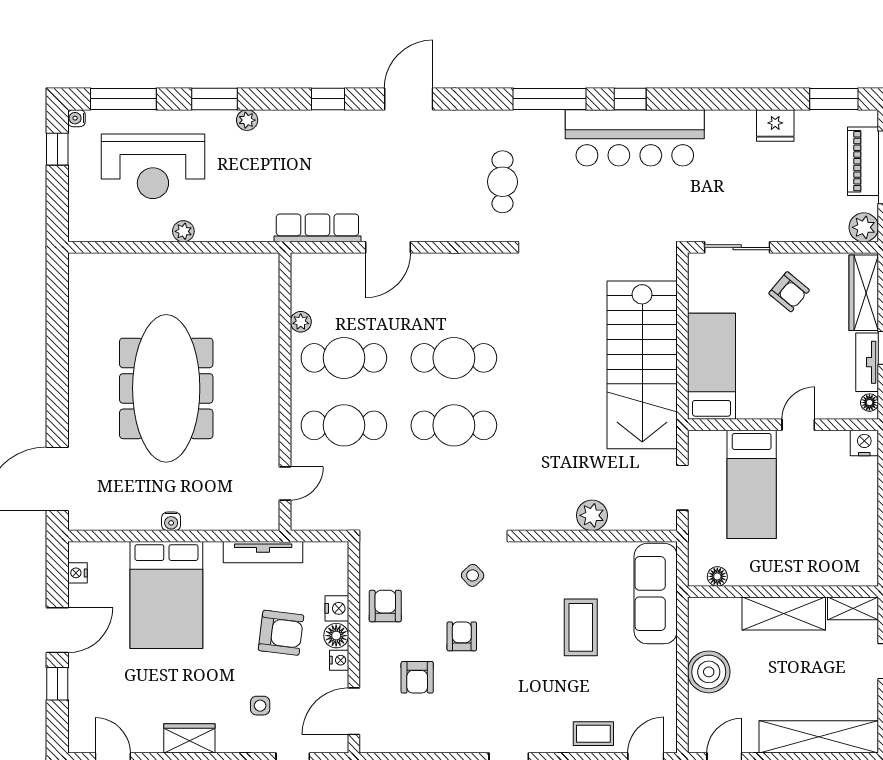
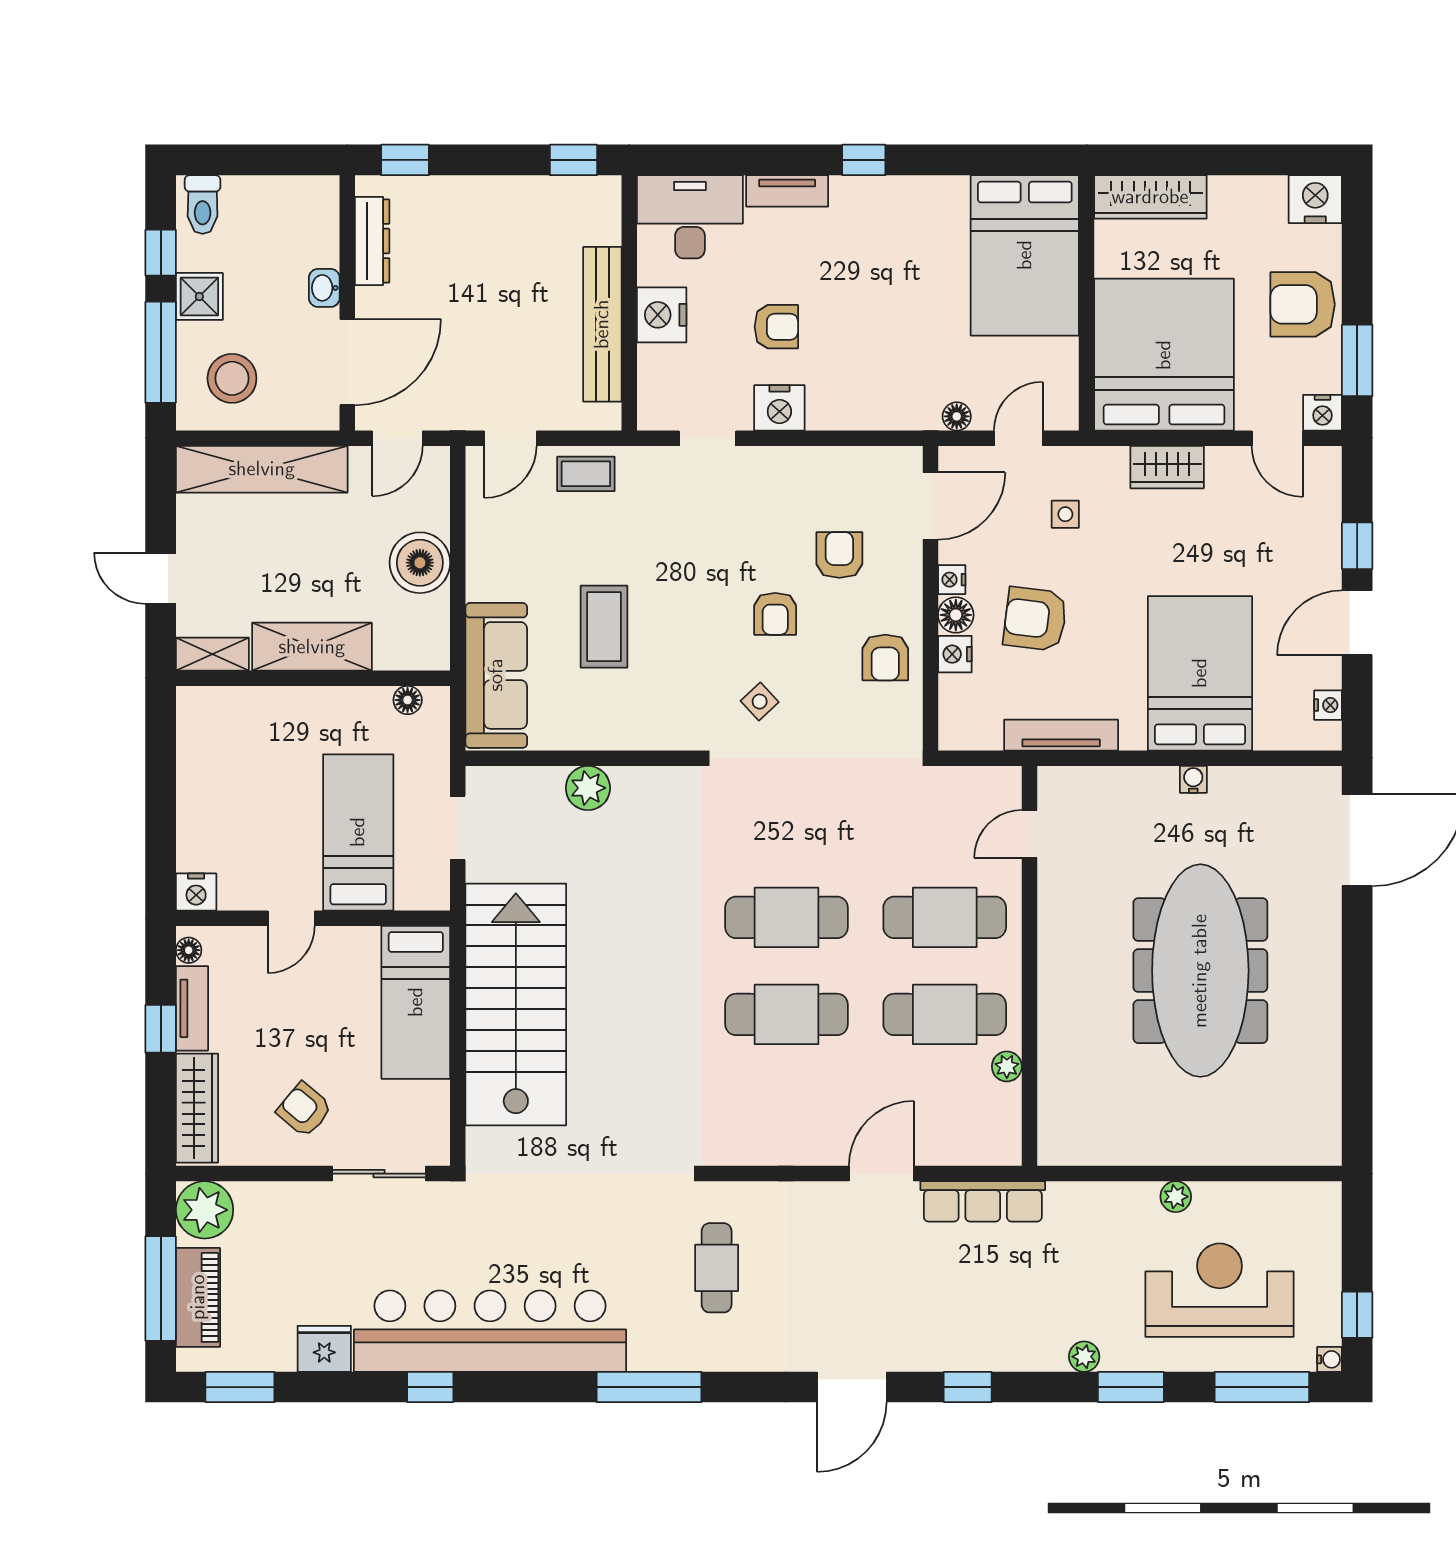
window: (630, 99) -> (430, 1387), moved
bar counter: (635, 138) -> (490, 1331), width x1.36
plant: (864, 227) -> (205, 1210), width x1.36, depth x1.36

